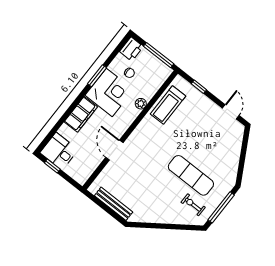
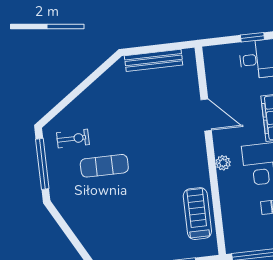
plant: (141, 104) -> (223, 163), moved
exercise mat: (191, 175) -> (104, 166), width x0.73, depth x0.69

